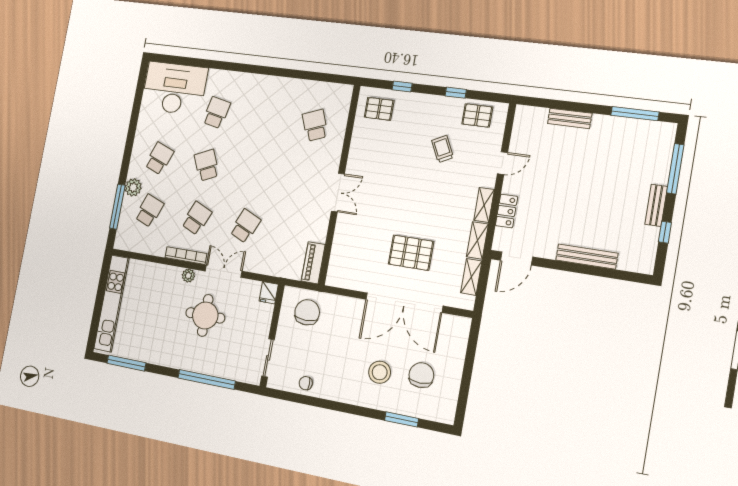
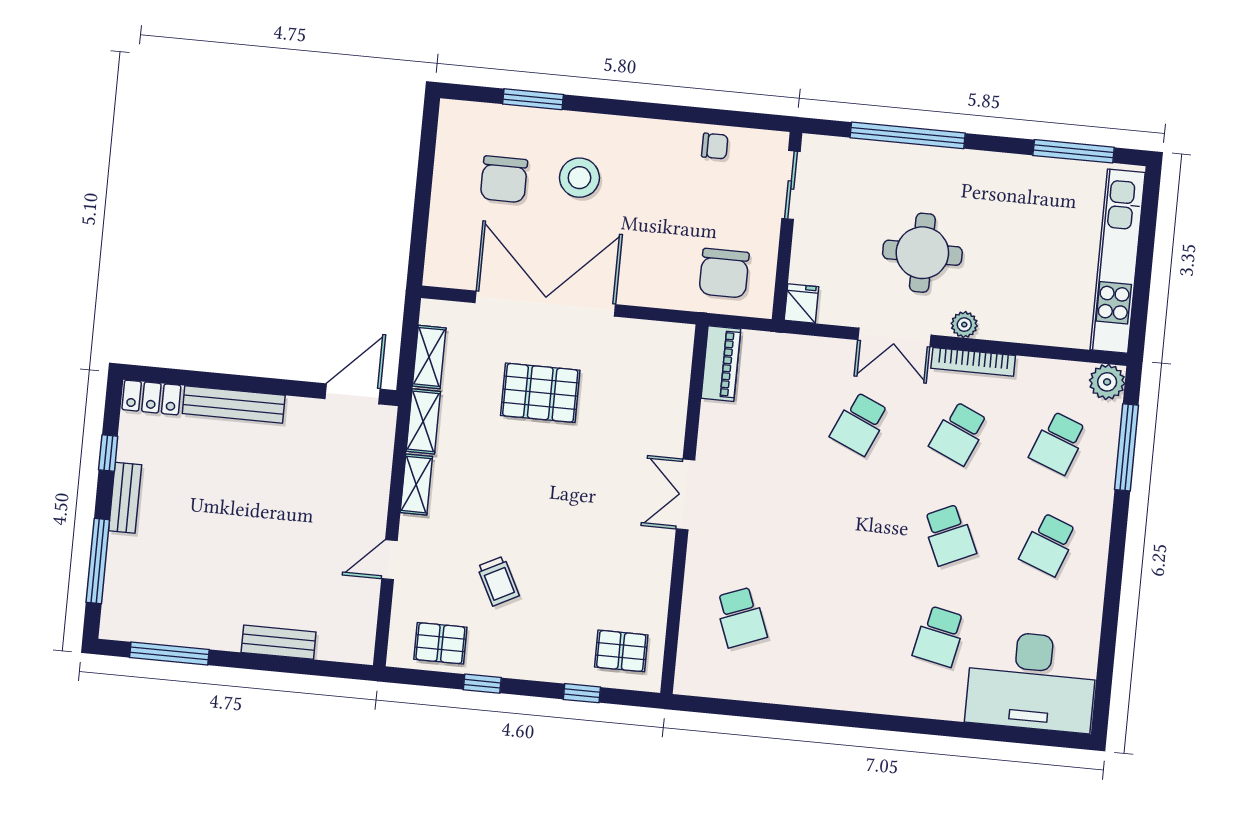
plant: (133, 187) -> (1107, 382), moved
locker: (507, 211) -> (151, 397), moved, turned -90

